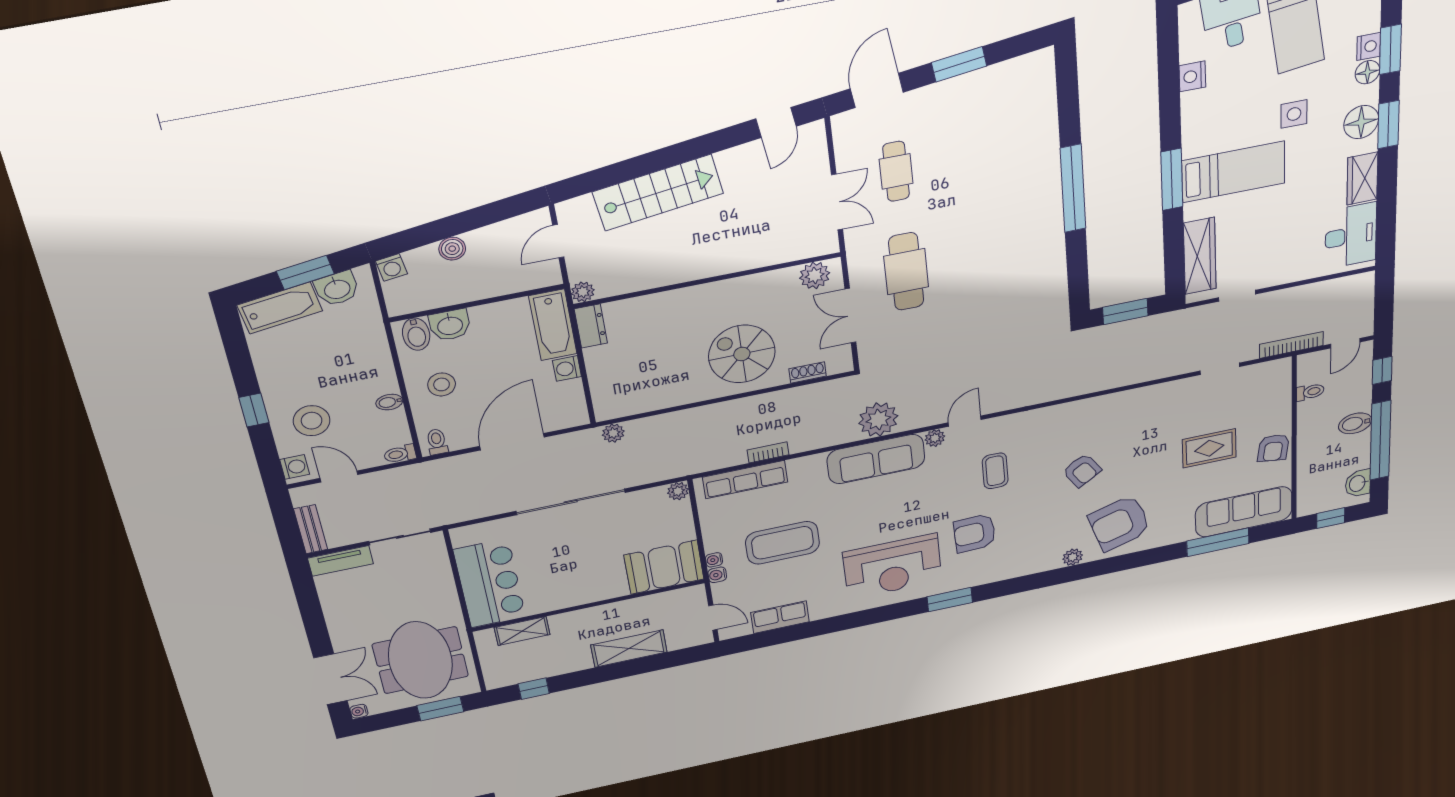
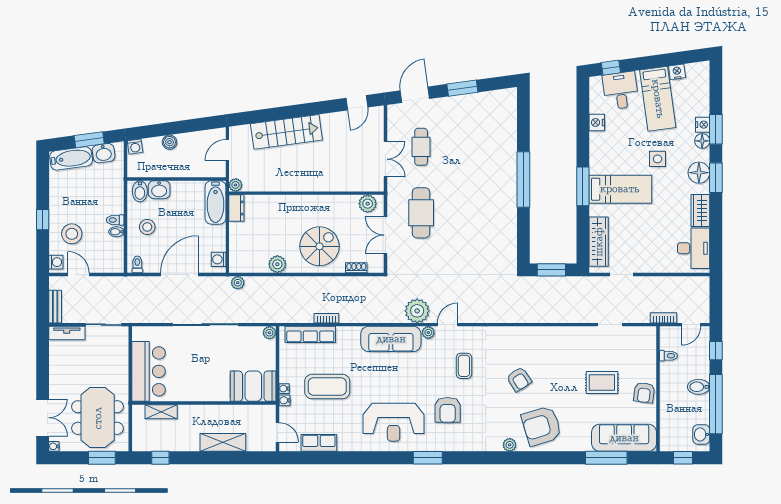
bookcase: (1291, 345) -> (663, 318), width x0.64
spiral stairs: (742, 354) -> (319, 246), turned 90
washing machine: (567, 368) -> (219, 259), moved
plant: (675, 394) -> (277, 264), added
plant: (878, 420) -> (417, 311), moved
toilet: (400, 454) -> (115, 220), moved
armchair: (975, 533) -> (448, 410), turned -88

